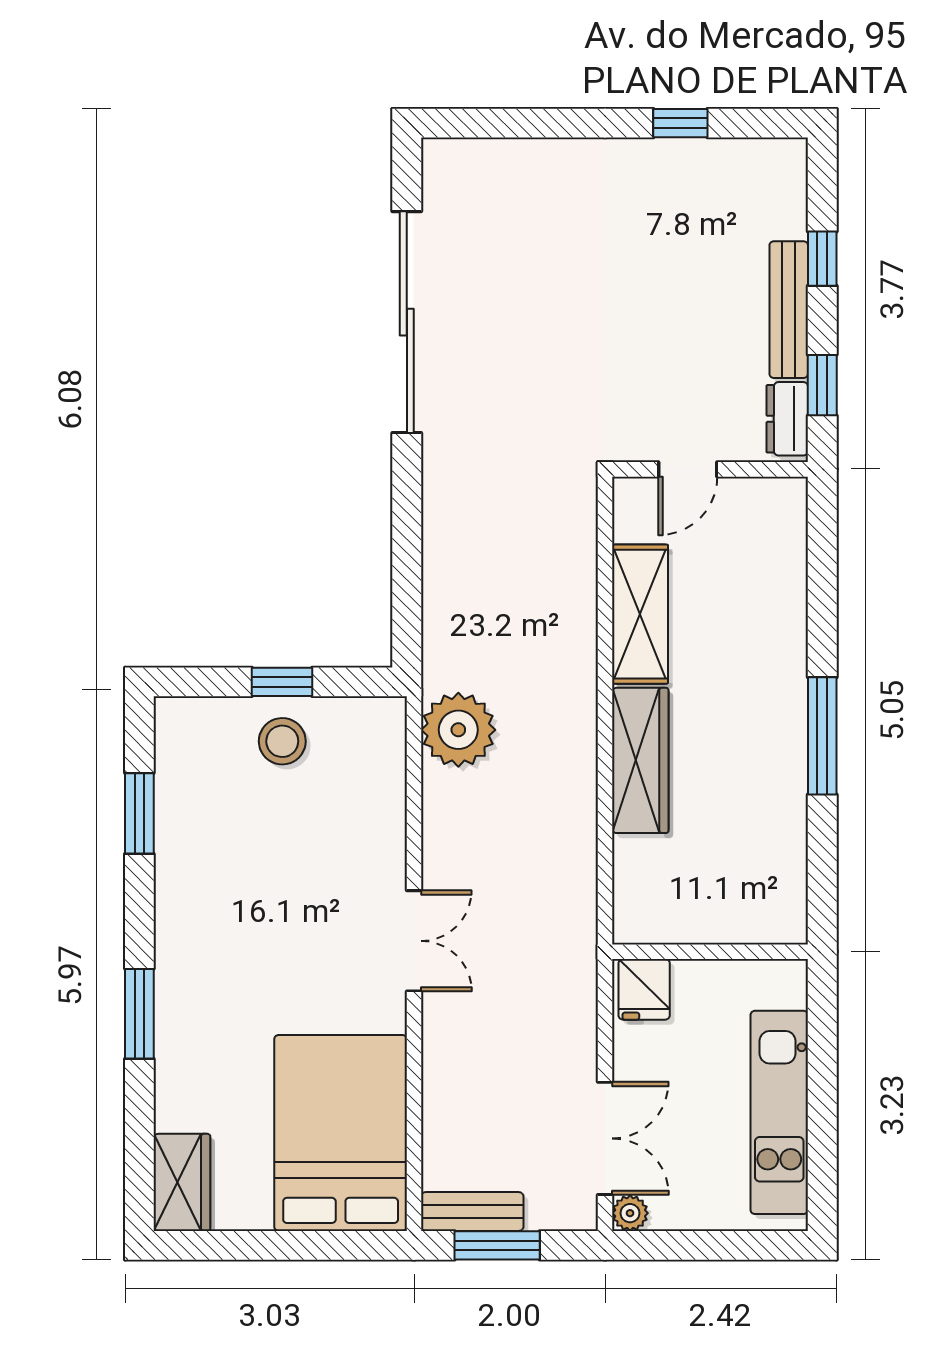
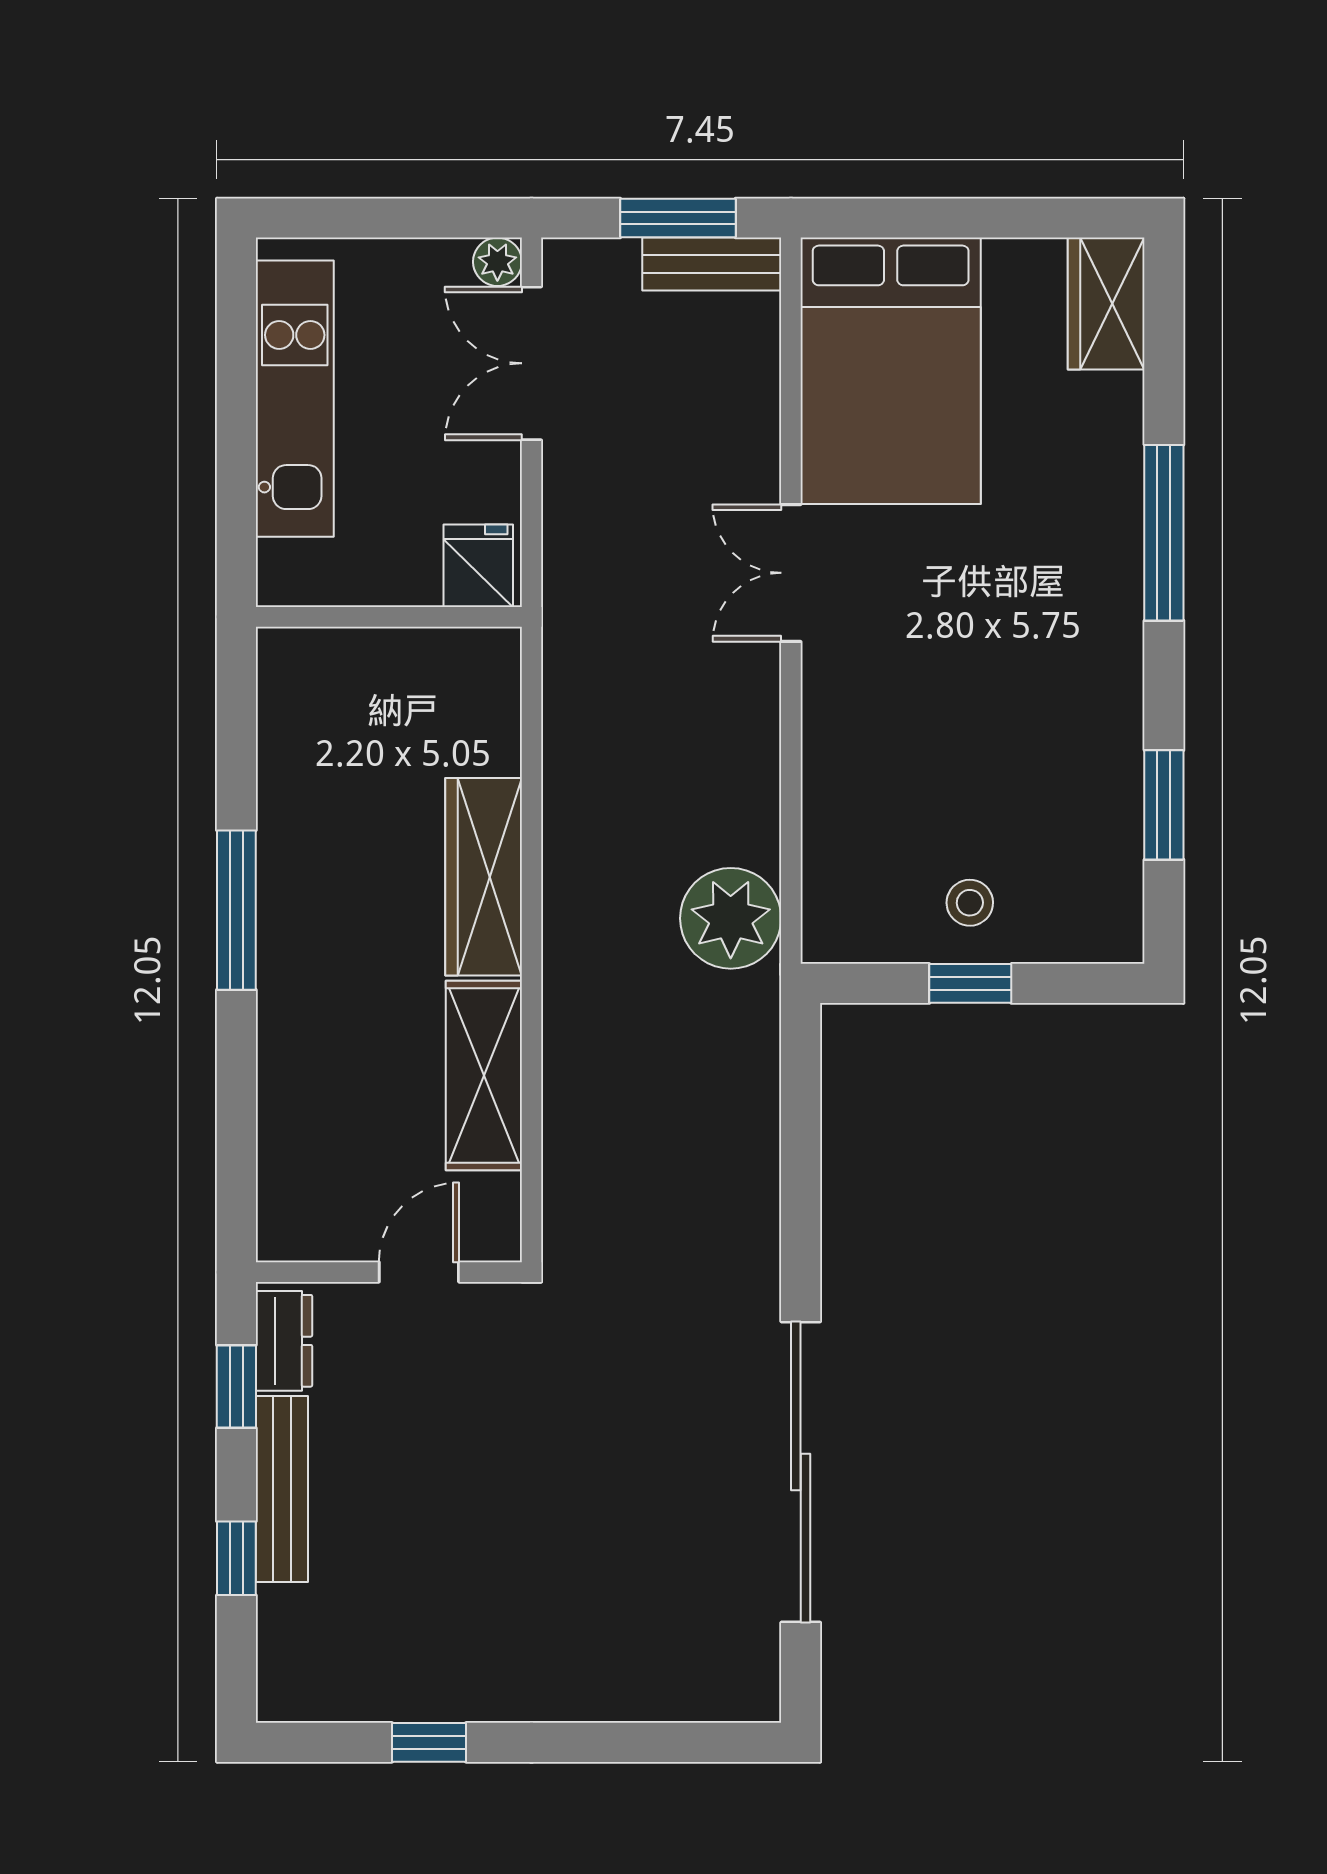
stool: (282, 741) -> (970, 903), width x0.73, depth x0.73
double door: (414, 941) -> (791, 573), moved
window: (139, 1014) -> (1164, 533), width x1.44

